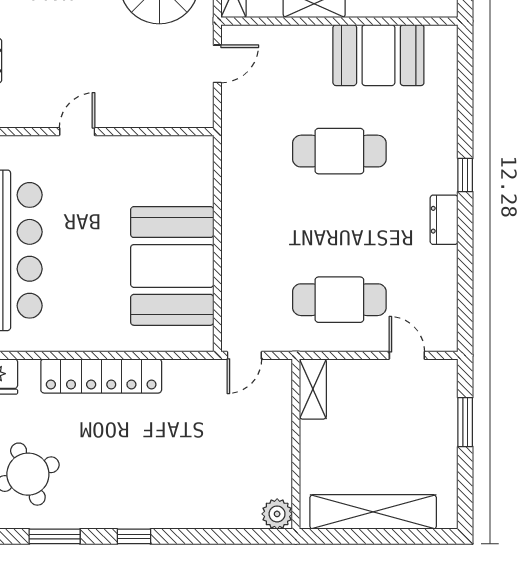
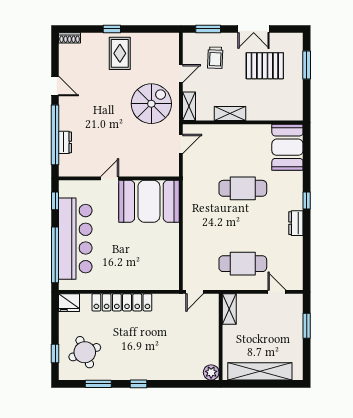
booth: (378, 55) -> (287, 147), moved, turned 90
booth: (172, 266) -> (149, 201), moved, turned 90

